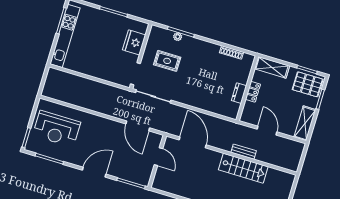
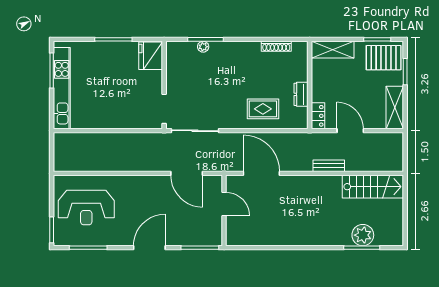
fridge: (134, 42) -> (151, 56), moved
rug: (167, 61) -> (263, 109), moved
locker: (253, 92) -> (318, 116), moved
stairs: (243, 168) -> (373, 187), moved

